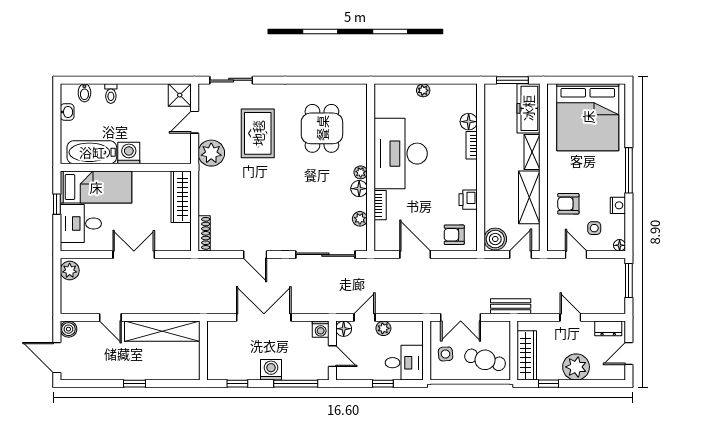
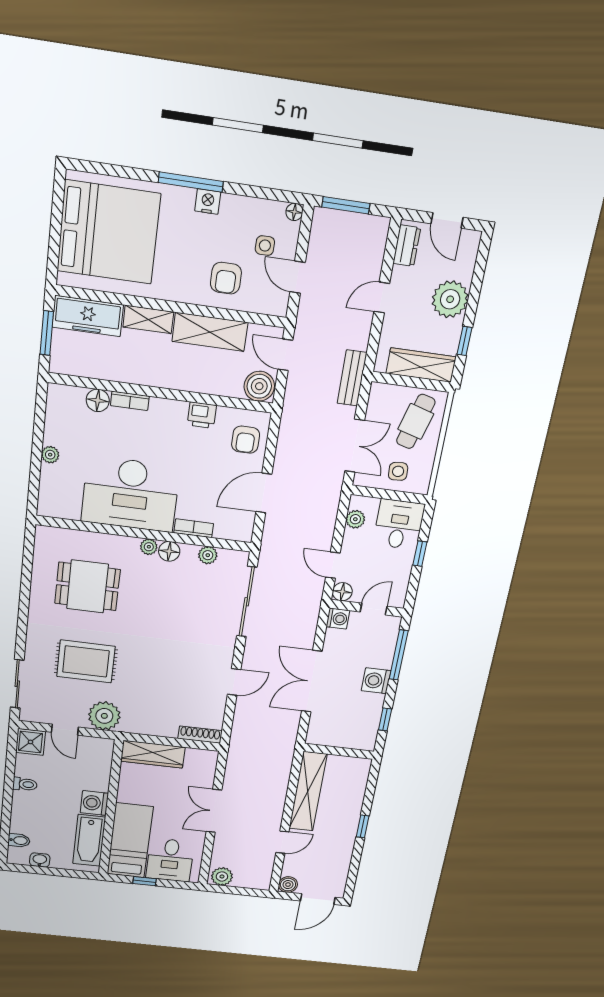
toilet: (111, 94) -> (25, 784), moved
nightstand: (618, 205) -> (208, 201), moved
door: (576, 255) -> (298, 277), hinge flipped
plant: (383, 328) -> (355, 519), moved

